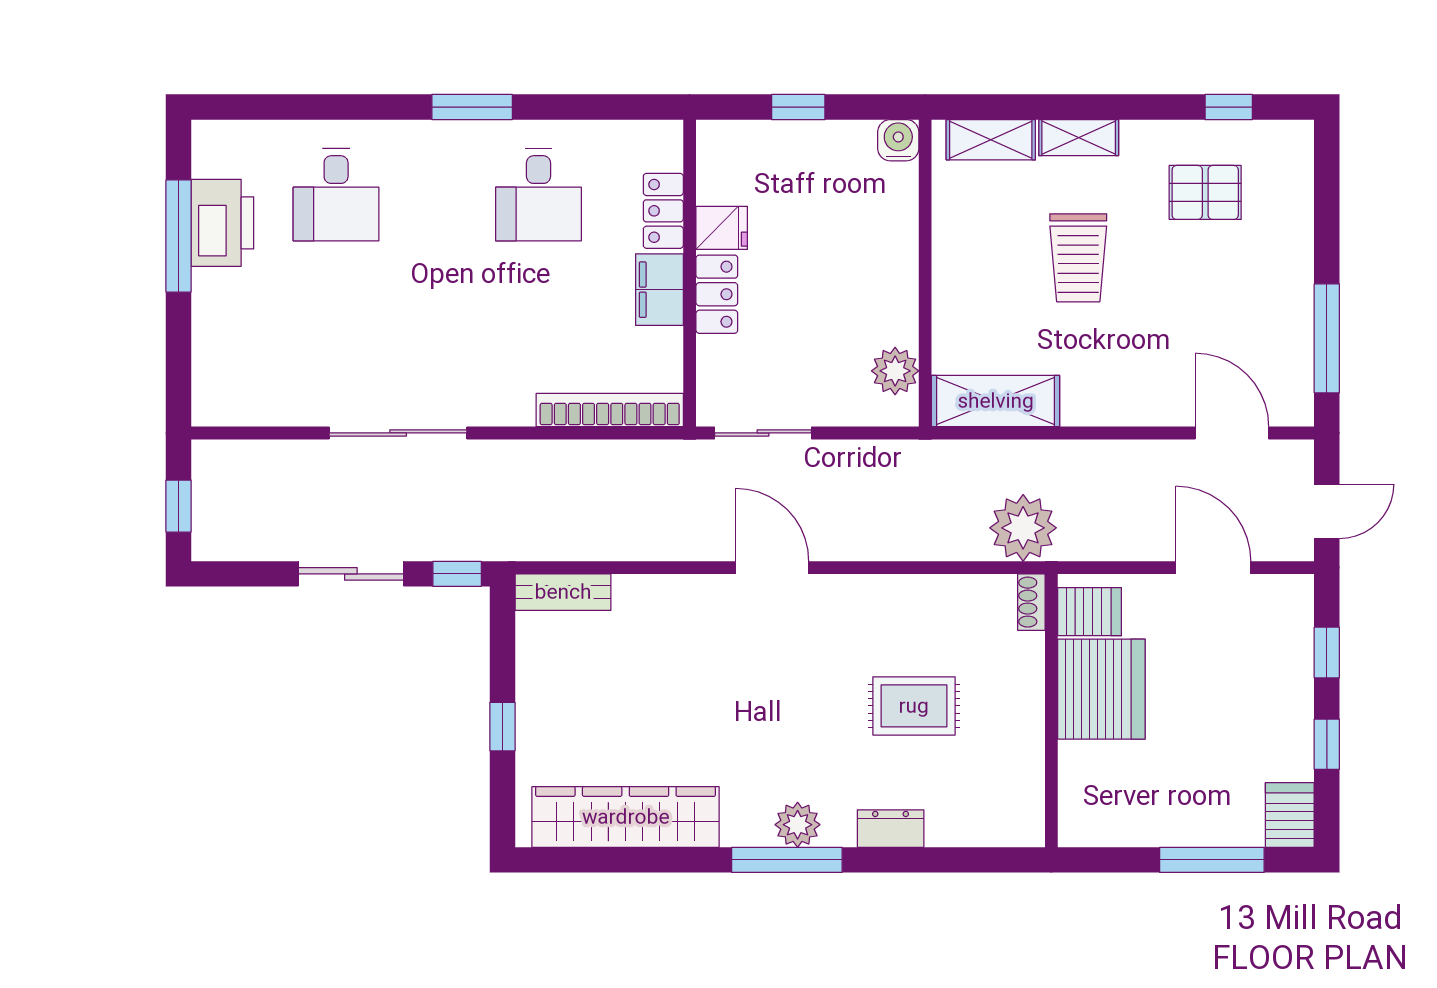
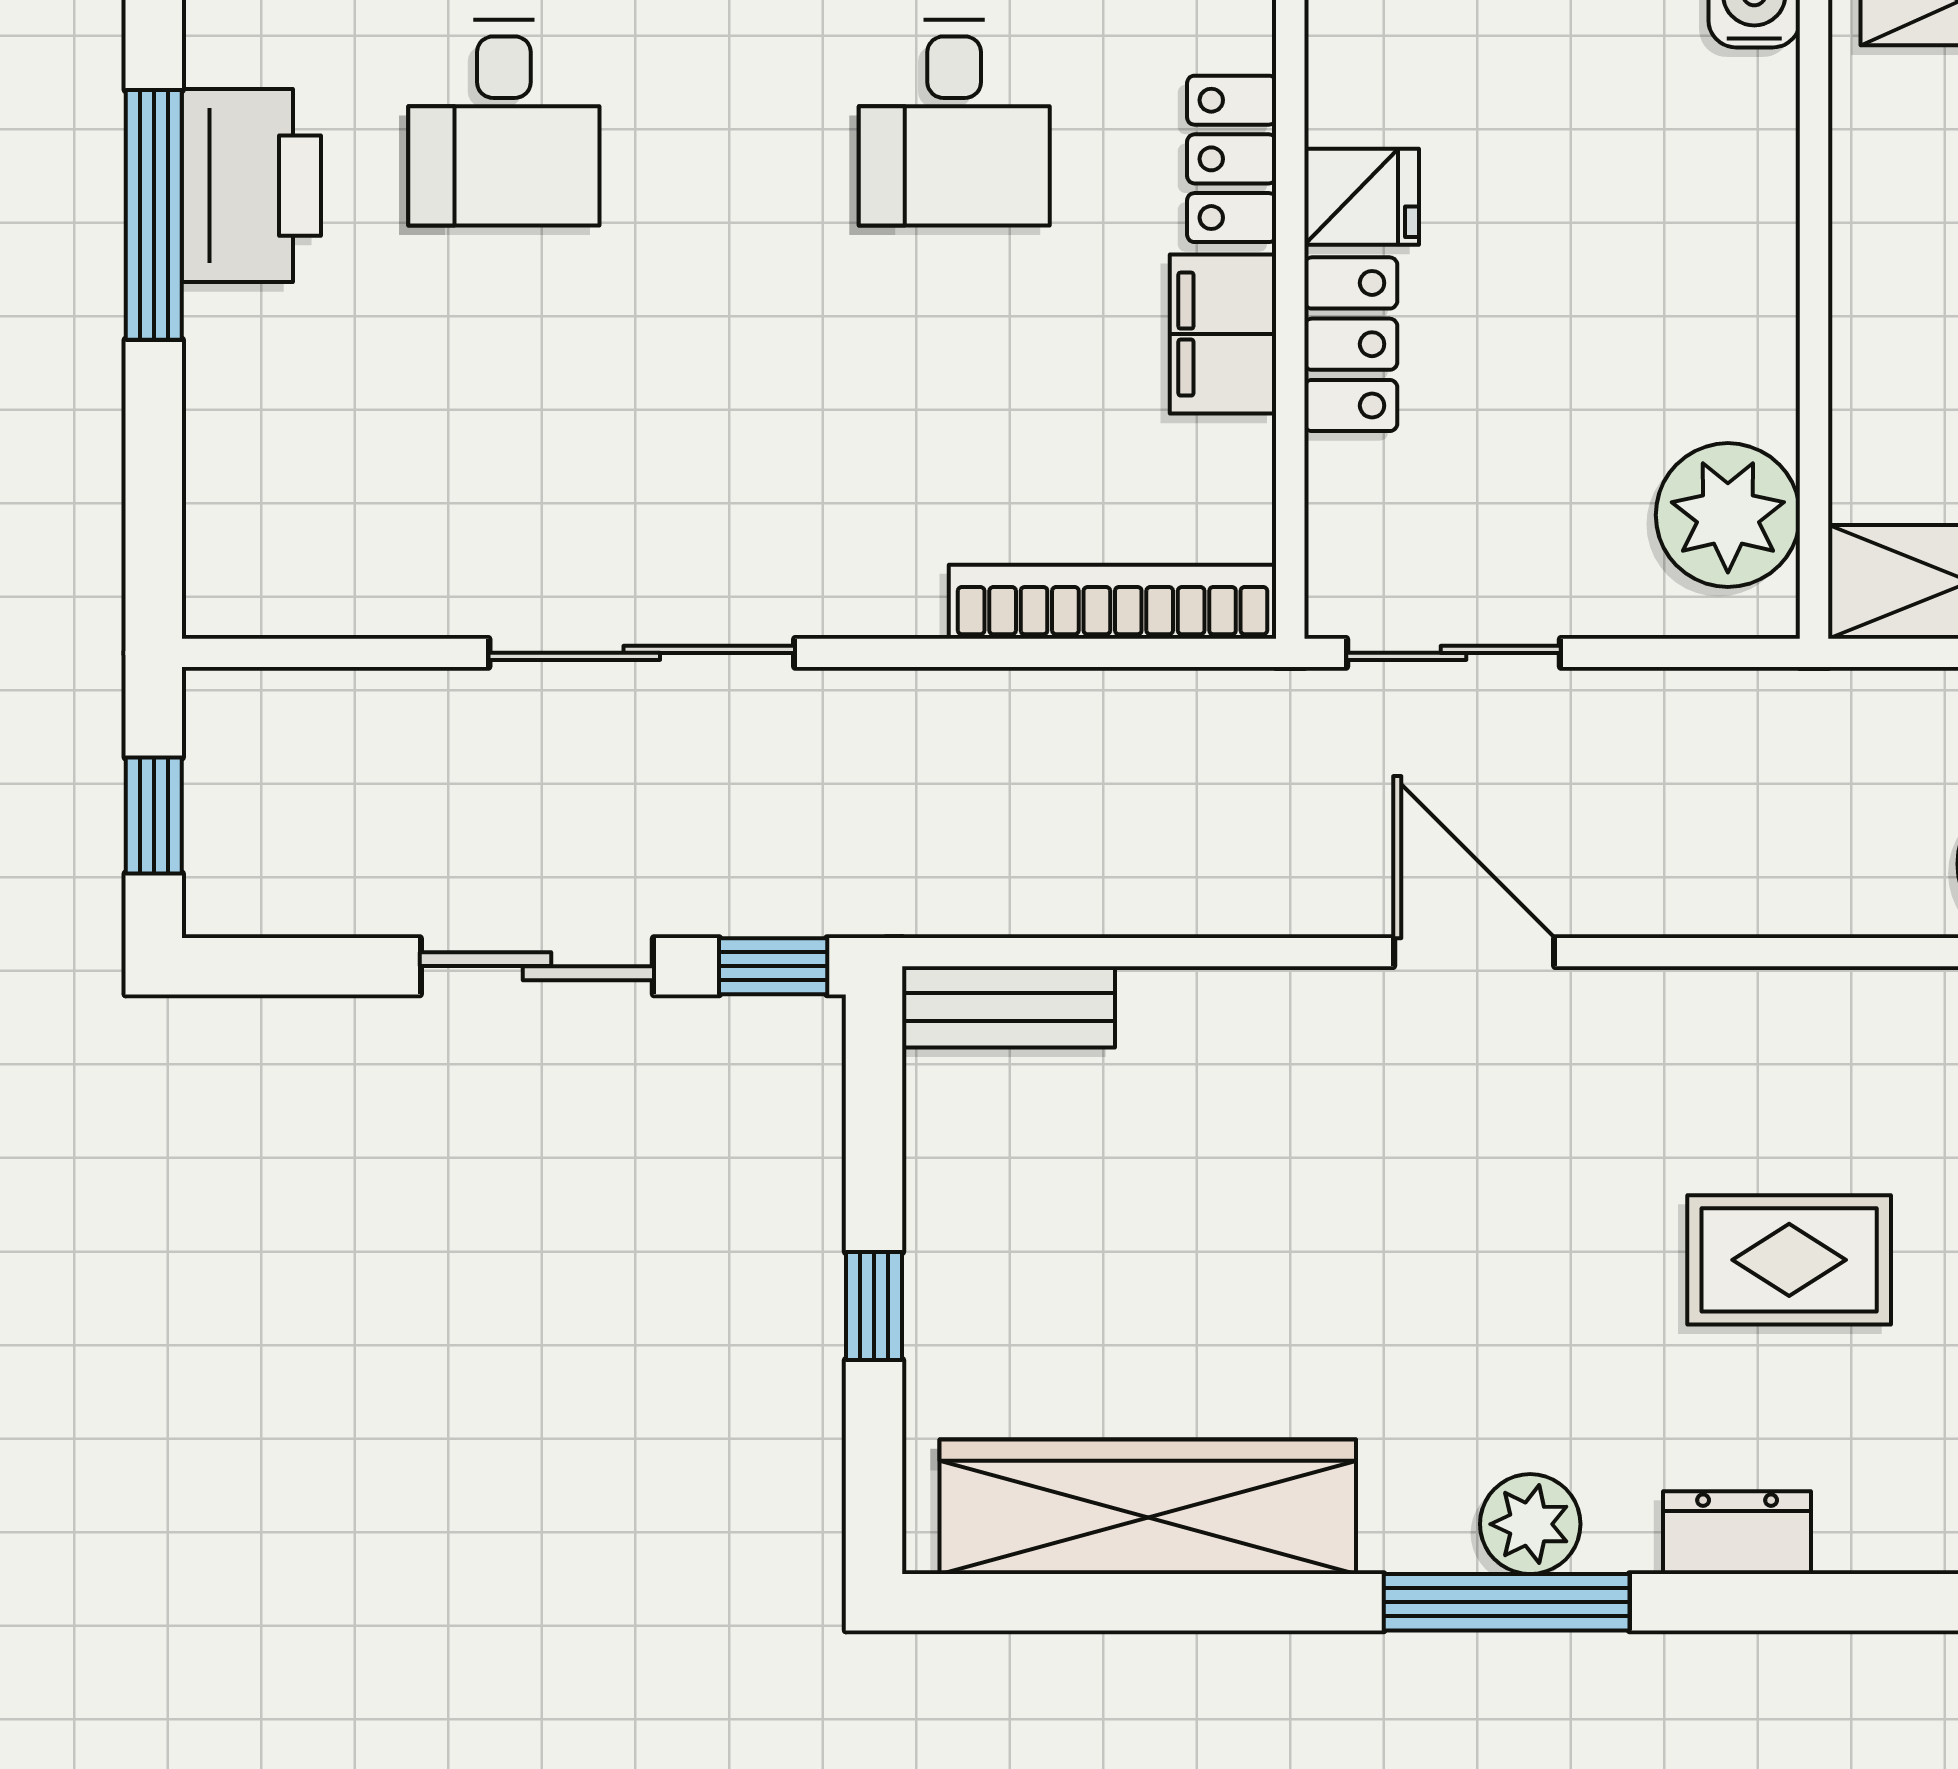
plant: (895, 371) -> (1728, 515), width x1.36, depth x1.36

